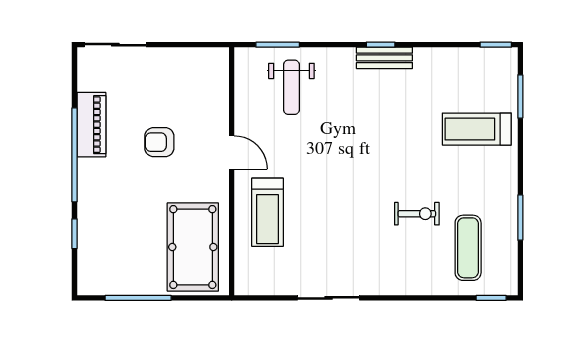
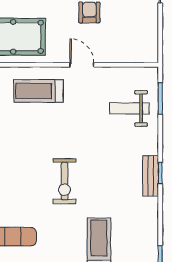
door: (232, 152) -> (82, 65), swing flipped
exercise bike: (417, 214) -> (65, 181), moved, width x1.38, depth x1.39

